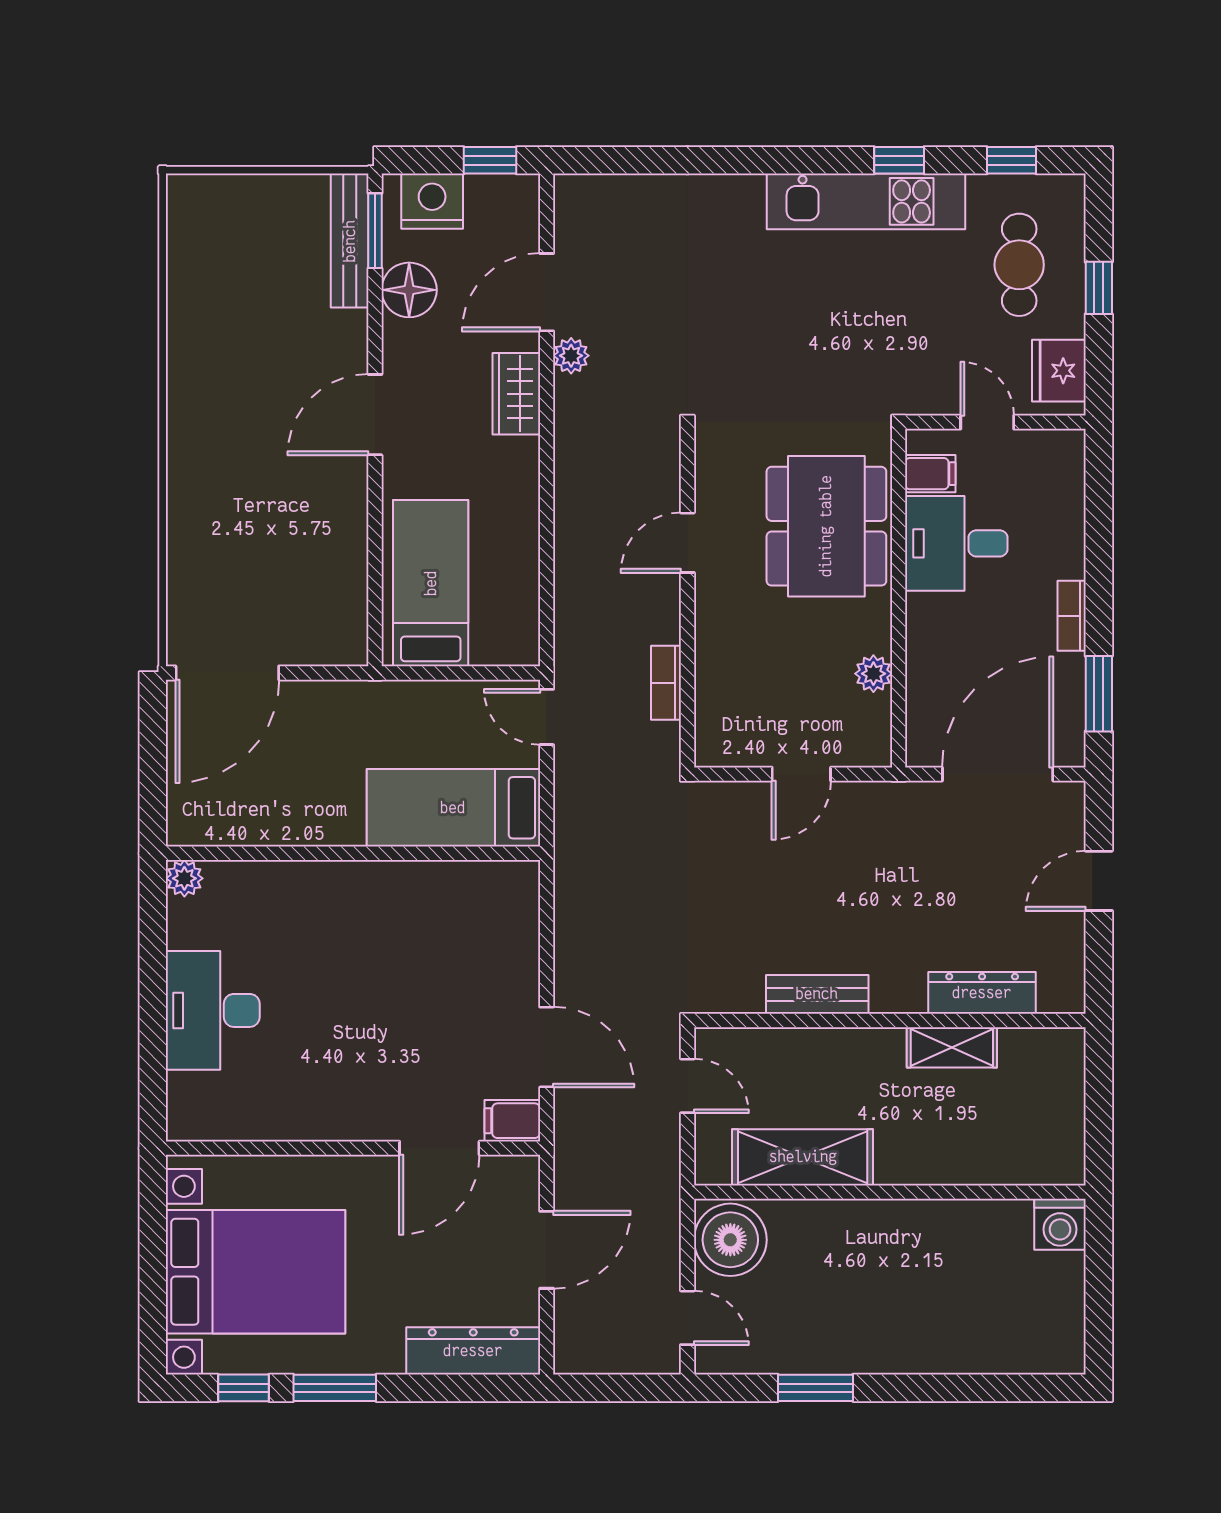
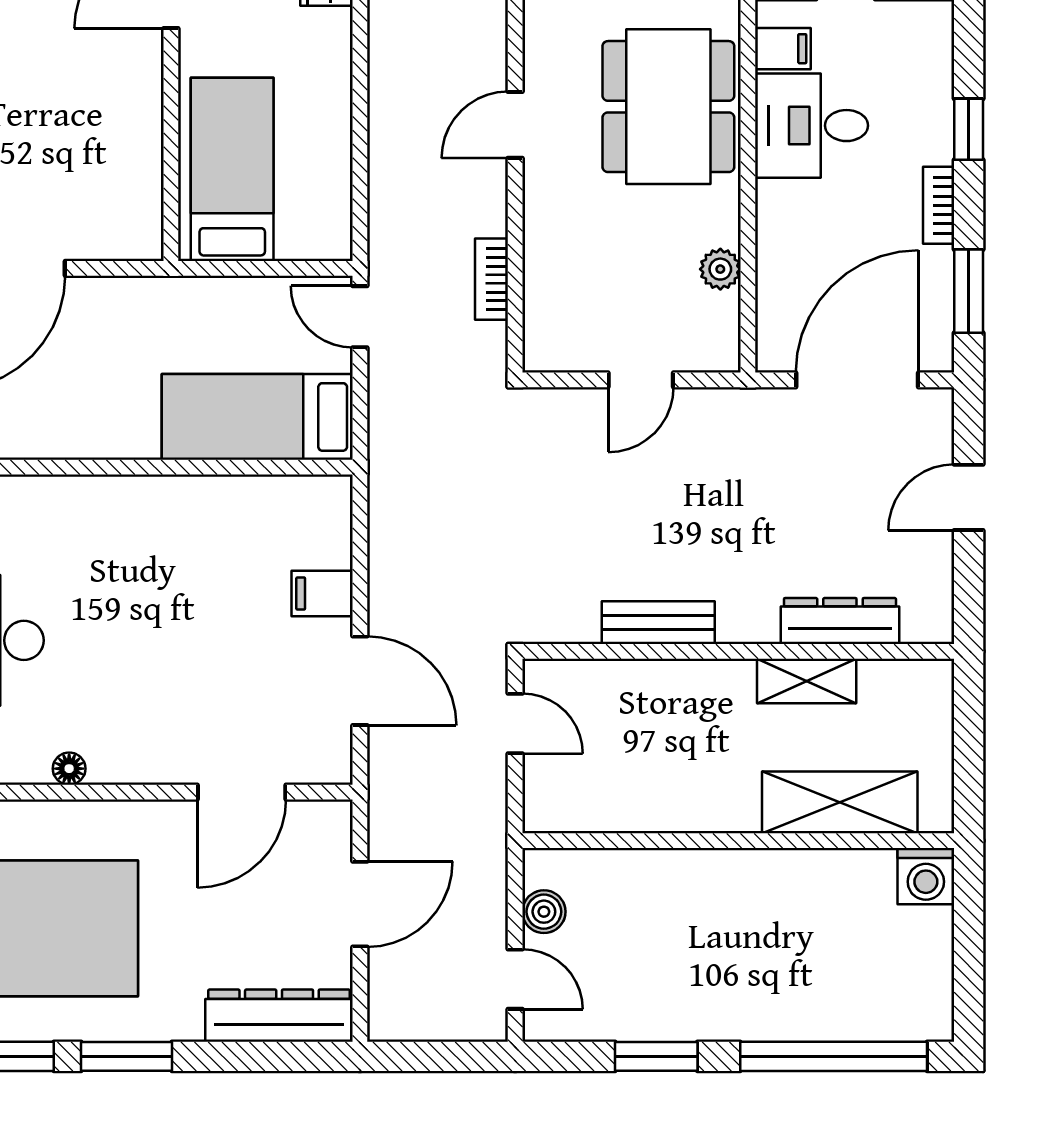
window: (1099, 547) -> (969, 129), added
filing cabinet: (512, 1121) -> (322, 593), moved
floor lamp: (283, 1127) -> (69, 769), added
shelving: (803, 1157) -> (840, 802), moved
boiler: (730, 1240) -> (544, 912), width x0.54, depth x0.54
window: (976, 1388) -> (834, 1056), added

